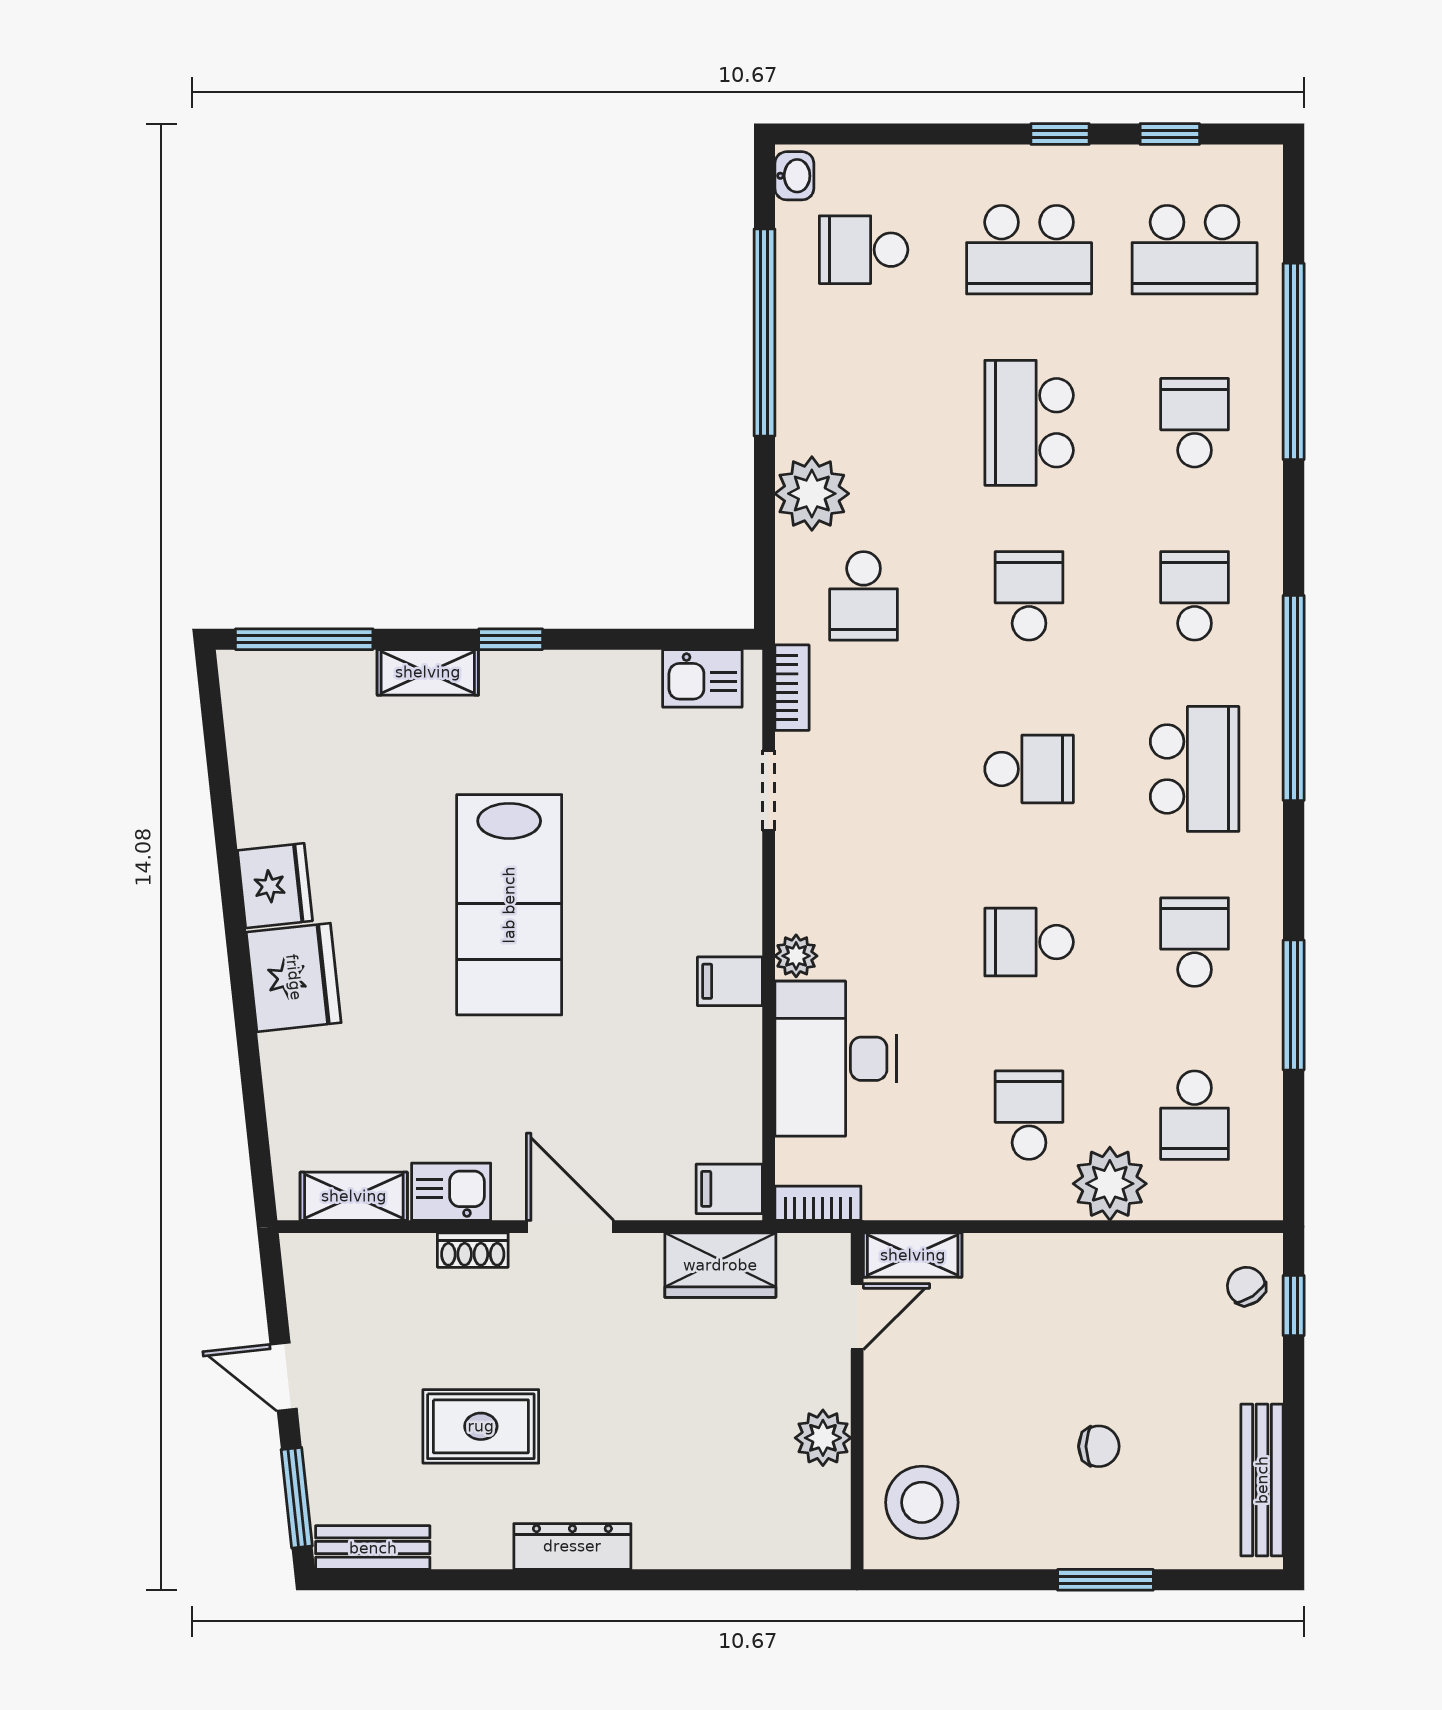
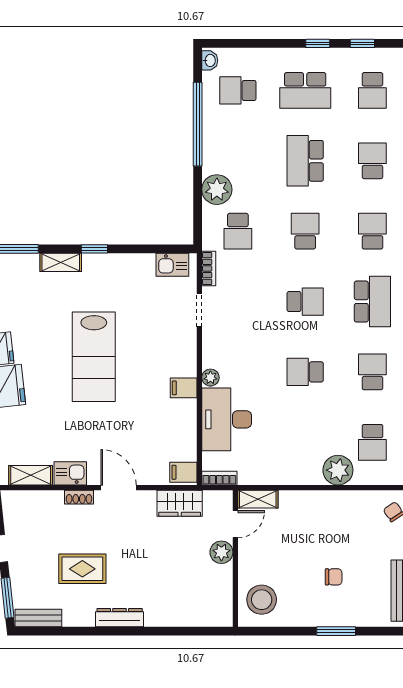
school desk: (1195, 250) -> (372, 90), width x0.54
school desk: (1029, 1115) -> (305, 442), removed
plant: (823, 1438) -> (221, 552), moved

